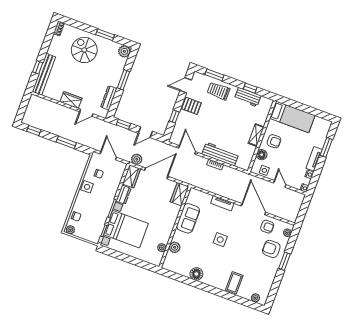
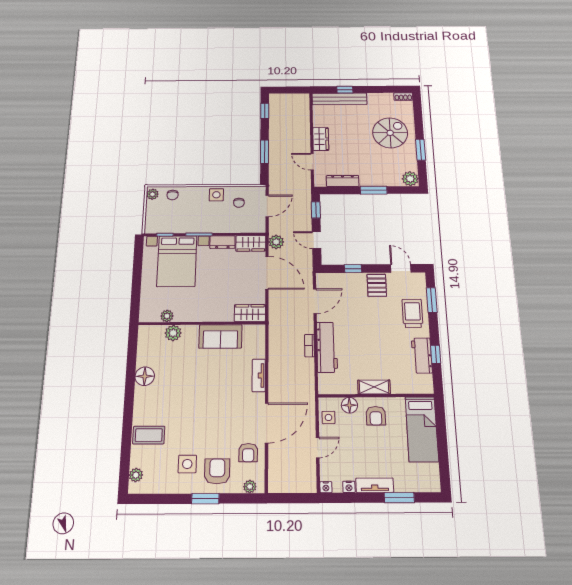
side table: (220, 240) -> (187, 464), moved

